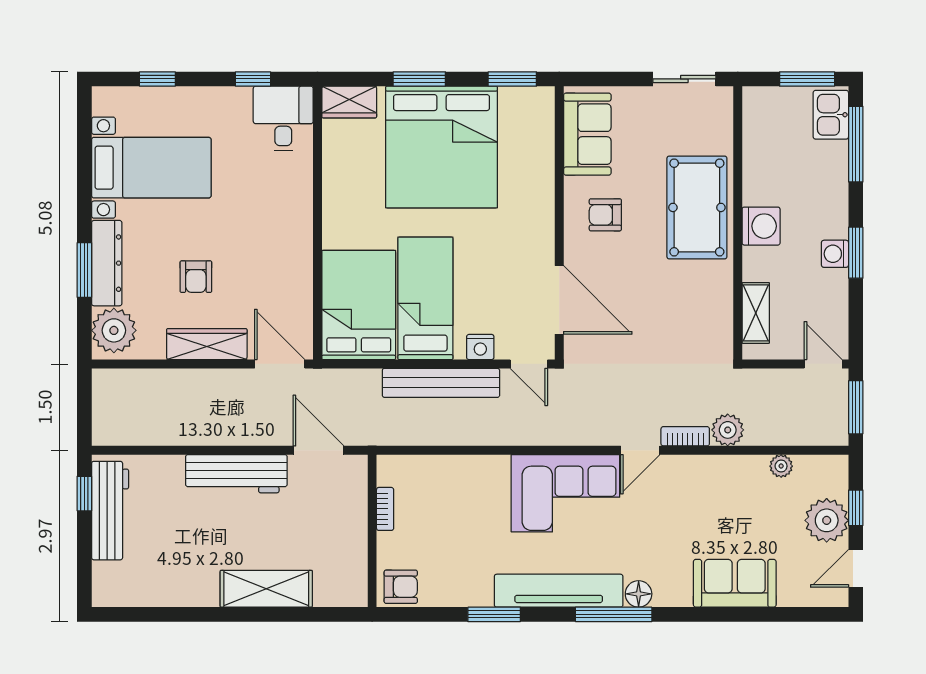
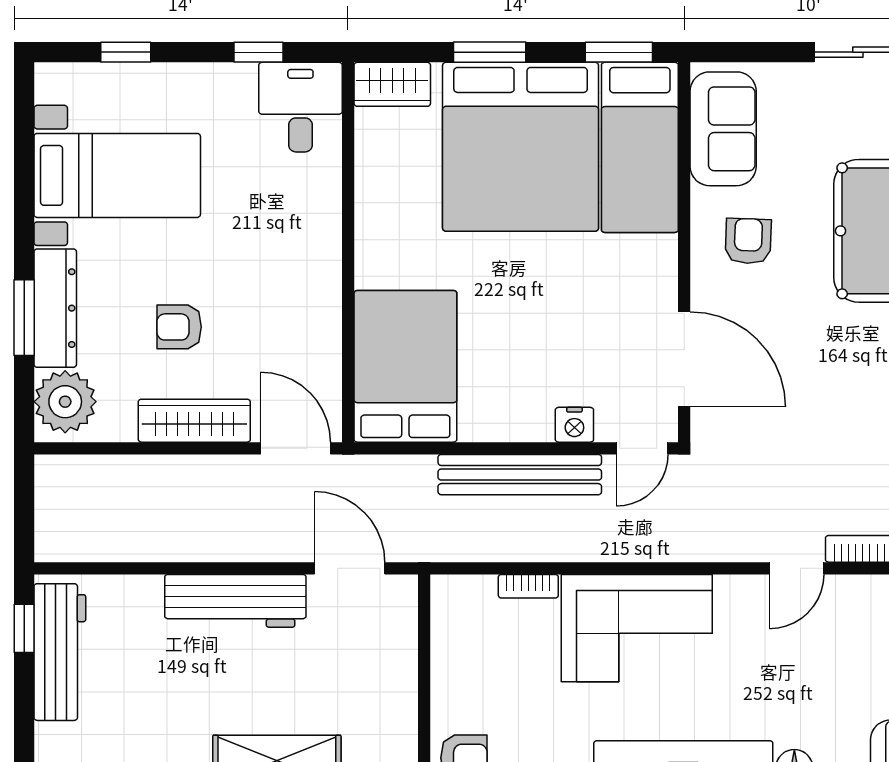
armchair: (605, 215) -> (748, 241), turned 92
armchair: (196, 277) -> (179, 327), turned 90
bed: (425, 298) -> (640, 147), moved, turned 180
door: (529, 364) -> (642, 448), hinge flipped
corner sofa: (565, 493) -> (637, 628), moved
bookcase: (385, 509) -> (528, 586), moved, turned 90

